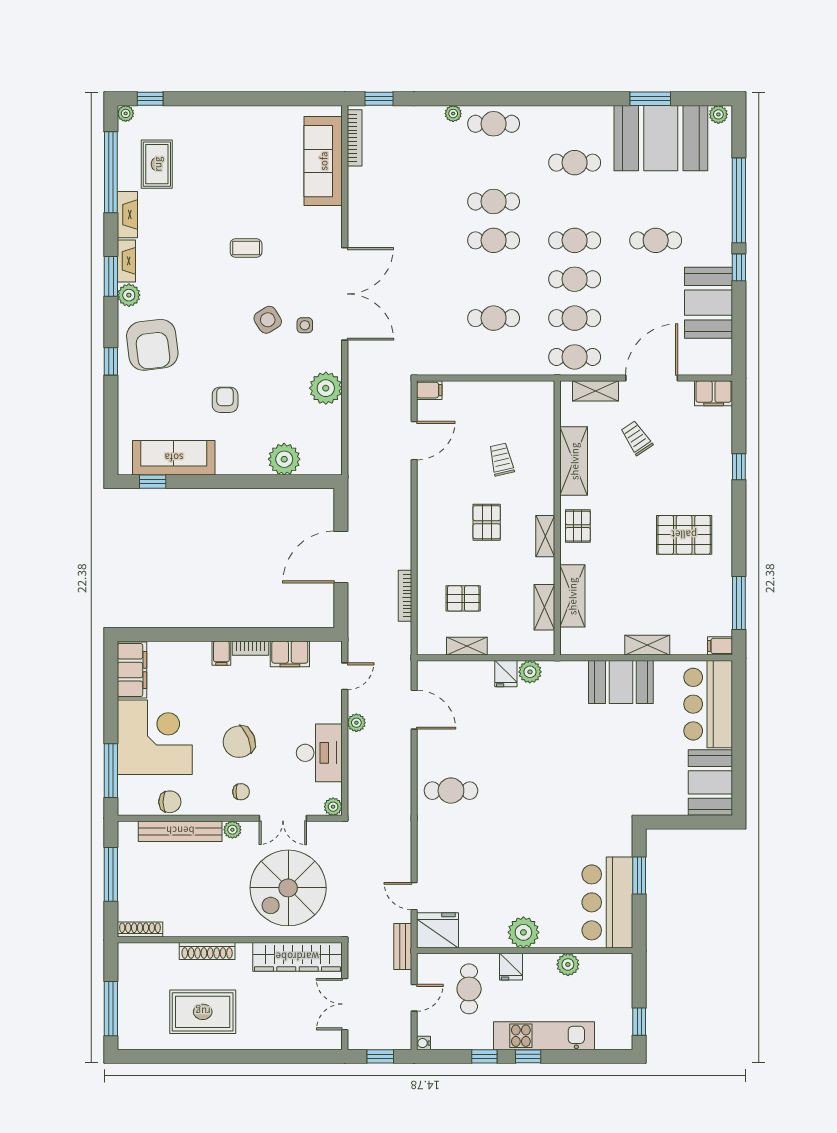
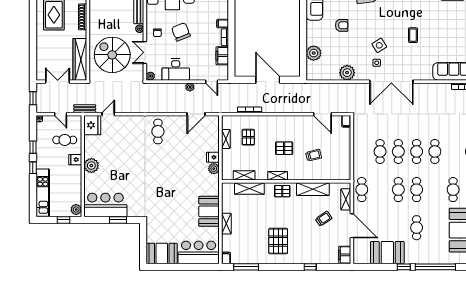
cafe table: (575, 318) -> (398, 151), moved
plant: (568, 964) -> (76, 209), moved
window: (639, 1022) -> (64, 220), moved
kitchen unit: (544, 1036) -> (43, 193), moved

